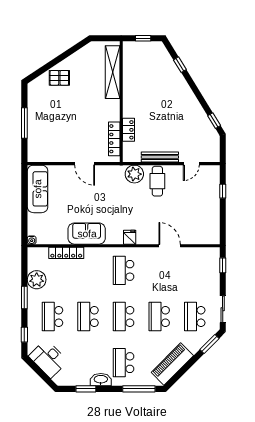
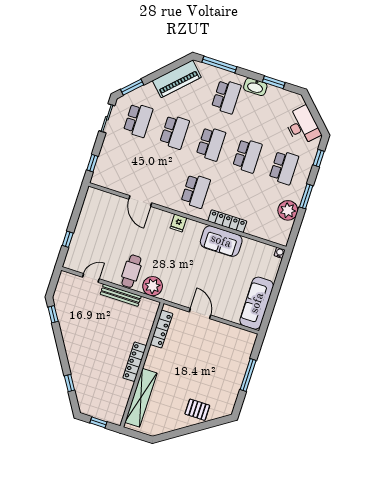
locker: (129, 130) -> (135, 362), moved, width x1.53
locker: (66, 253) -> (227, 221), moved

